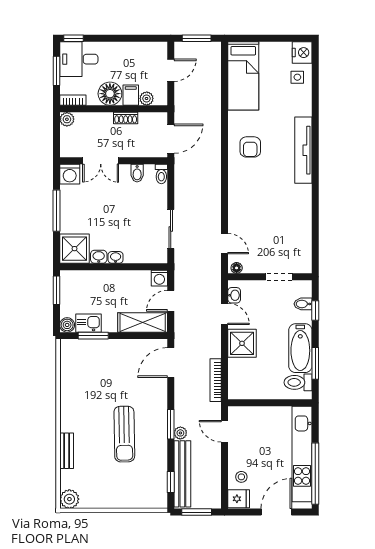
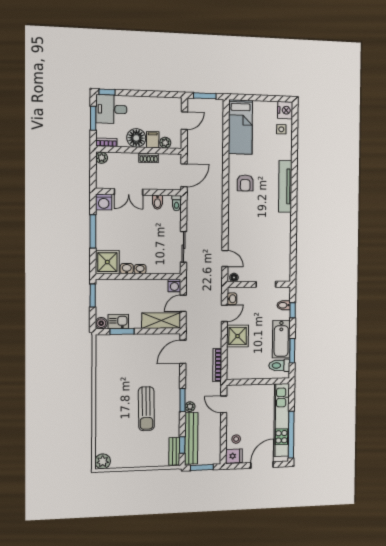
door: (224, 314) -> (224, 313), hinge flipped
bench: (67, 451) -> (174, 451), moved

